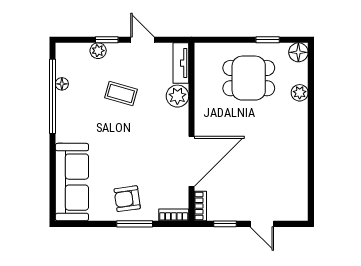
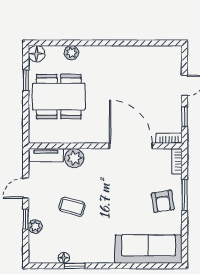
dining table: (249, 78) -> (59, 97), width x1.37
coffee table: (121, 93) -> (72, 207), turned 90
window: (53, 96) -> (75, 266), width x0.32

